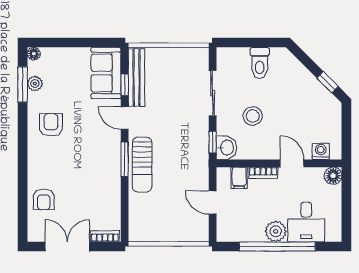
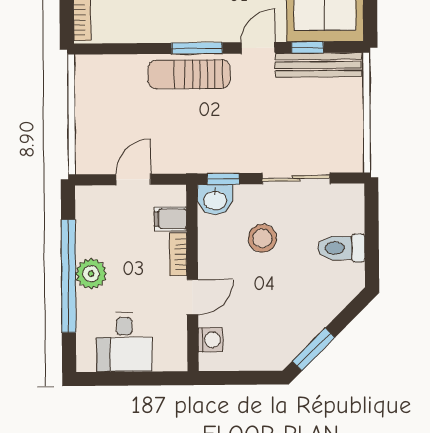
window: (328, 82) -> (314, 349), width x1.50
floor lamp: (333, 176) -> (174, 358), removed
desk: (306, 222) -> (124, 342), moved, turned -90

